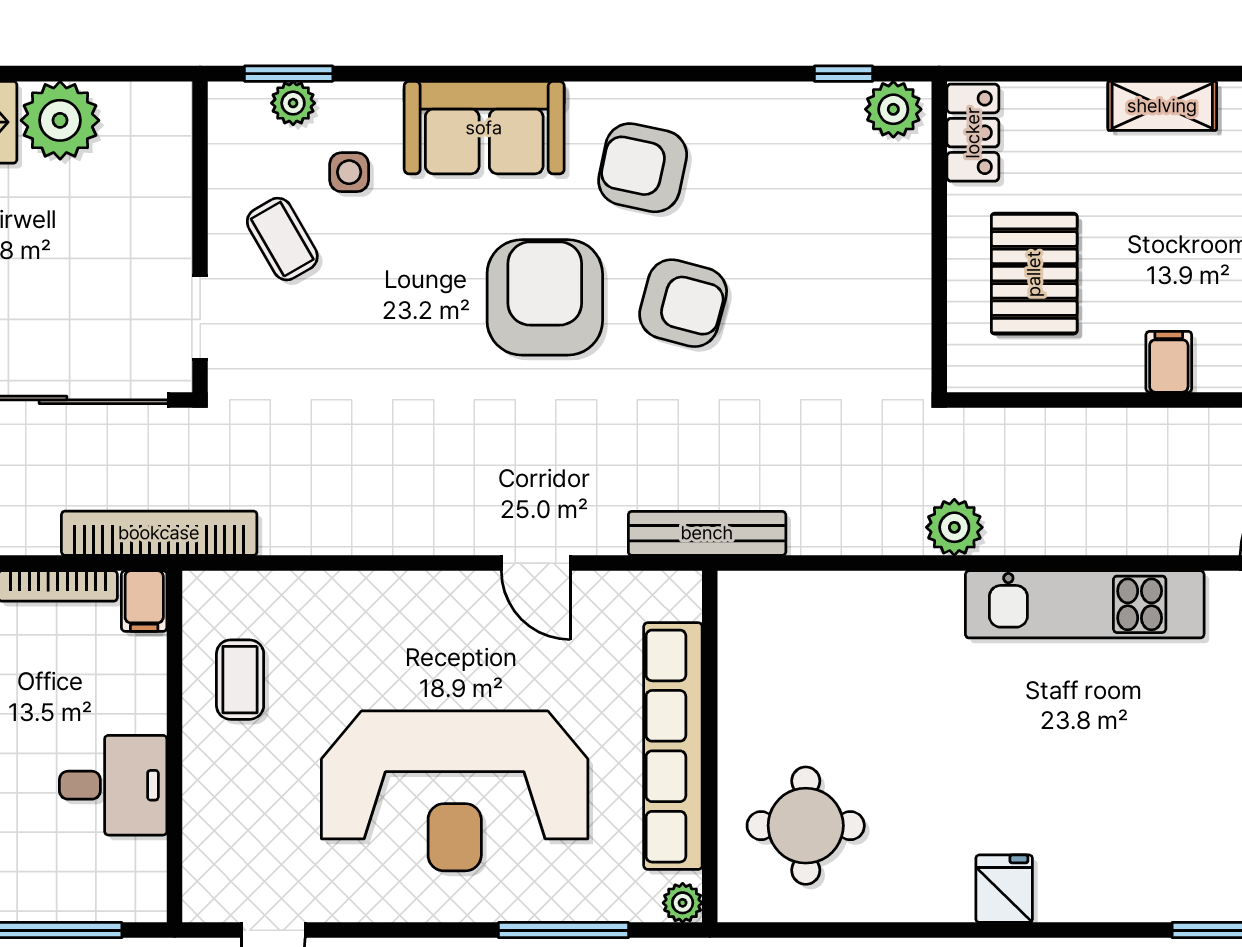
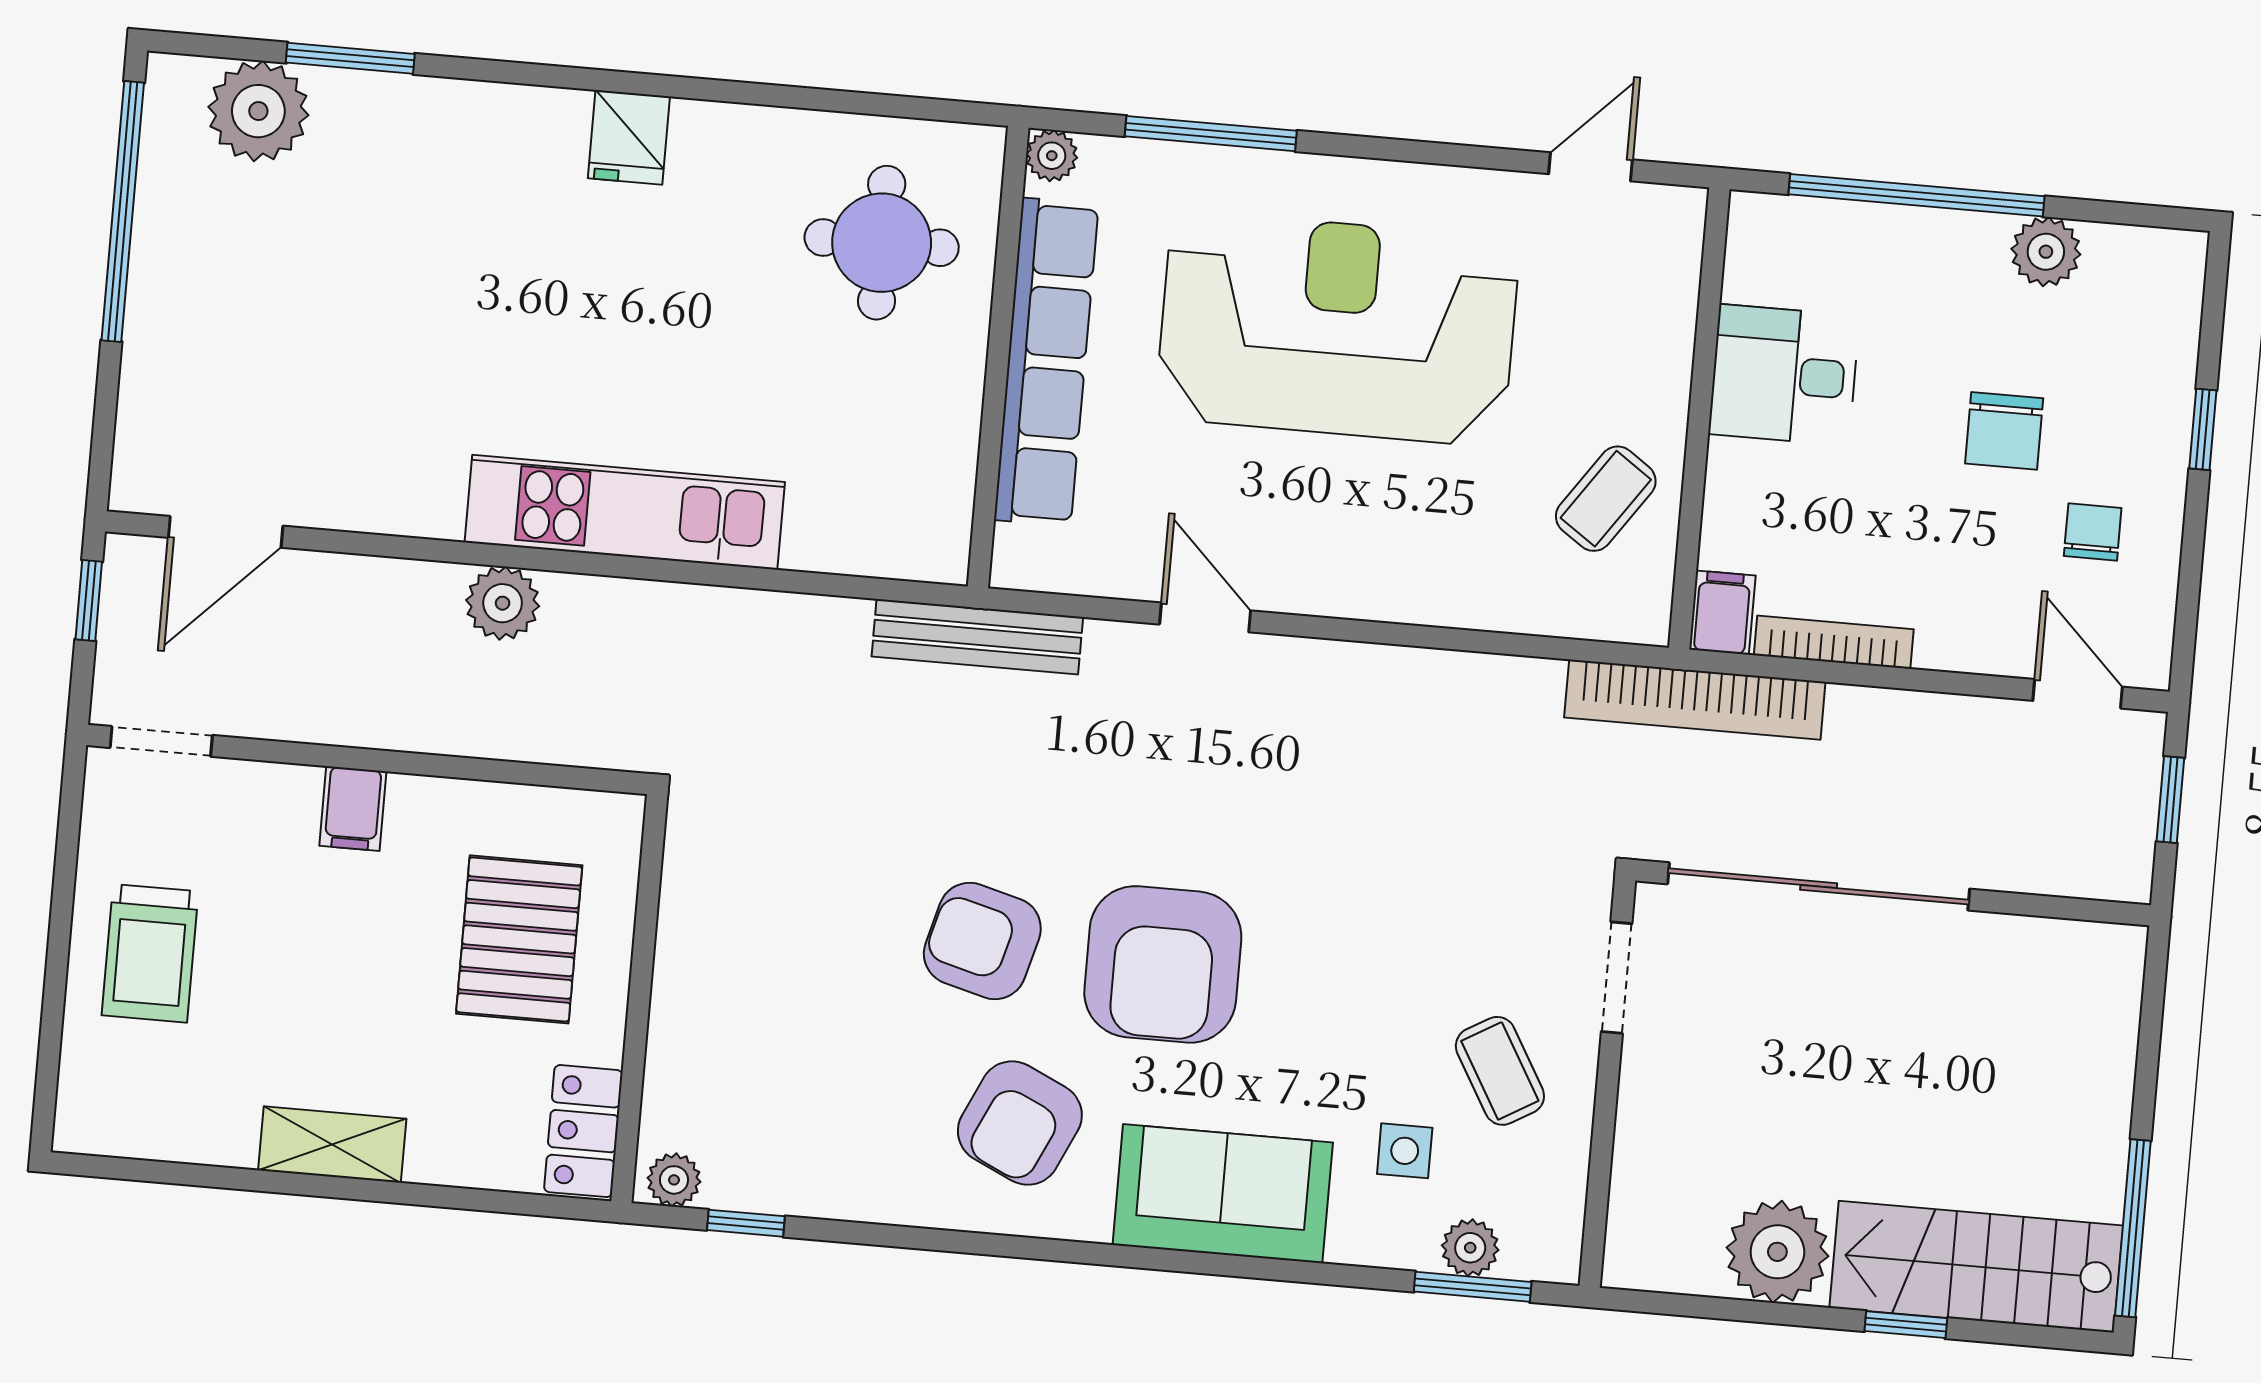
plant: (893, 109) -> (674, 1180), width x0.73, depth x0.73
armchair: (643, 168) -> (1020, 1123), turned 103
plant: (954, 527) -> (503, 603), moved
kitchen unit: (1085, 604) -> (625, 512), moved
coffee table: (240, 680) -> (1606, 499), turned 35

